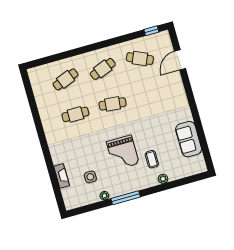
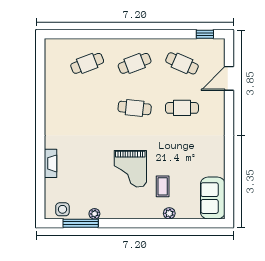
cafe table: (75, 114) -> (182, 108), moved
sofa: (189, 139) -> (213, 198), moved
fireplace: (62, 176) -> (50, 163), moved
side table: (90, 177) -> (62, 209), moved
window: (126, 198) -> (81, 223), moved

